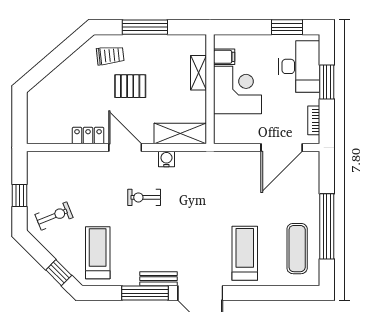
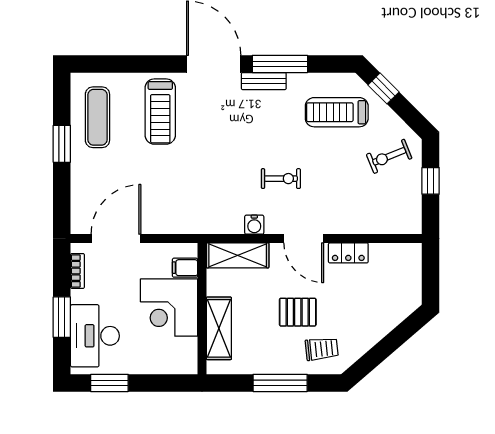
trolley: (110, 56) -> (322, 349), turned 180
filing cabinet: (224, 57) -> (185, 268), moved
shelving: (199, 73) -> (219, 328), width x1.50, depth x1.33
window: (327, 226) -> (62, 144), width x0.47
treadmill: (98, 253) -> (337, 112), turned 90

